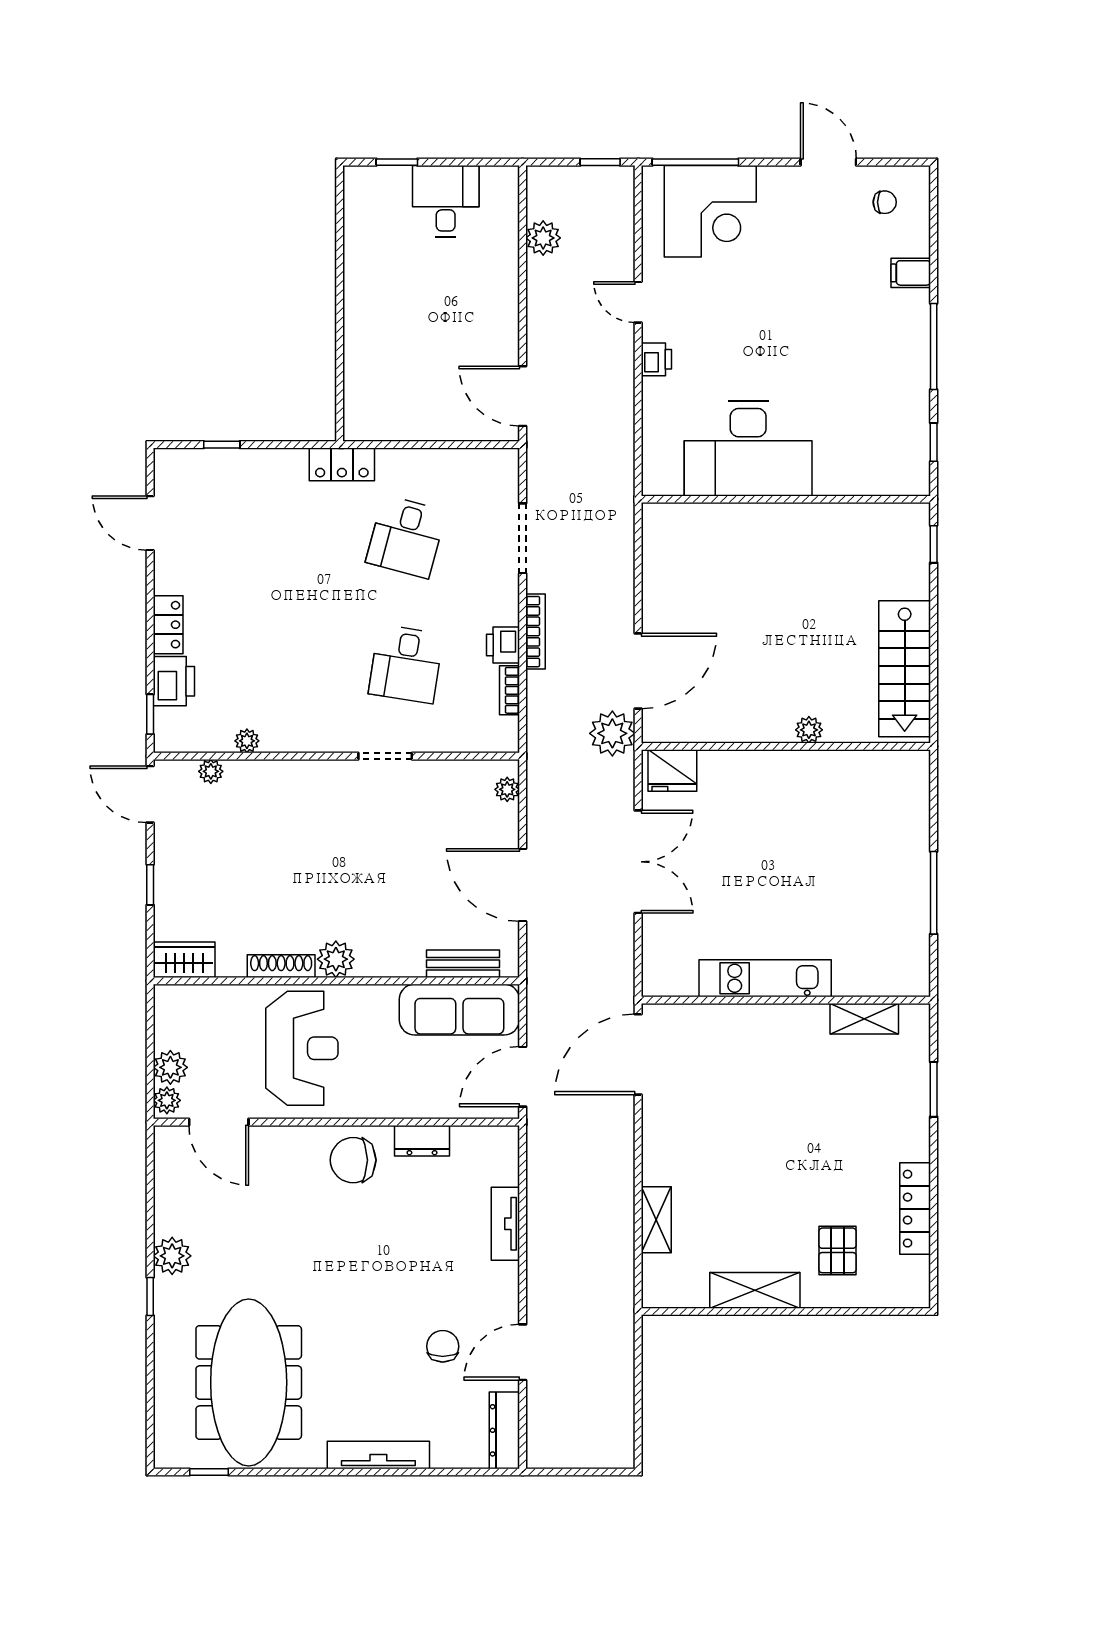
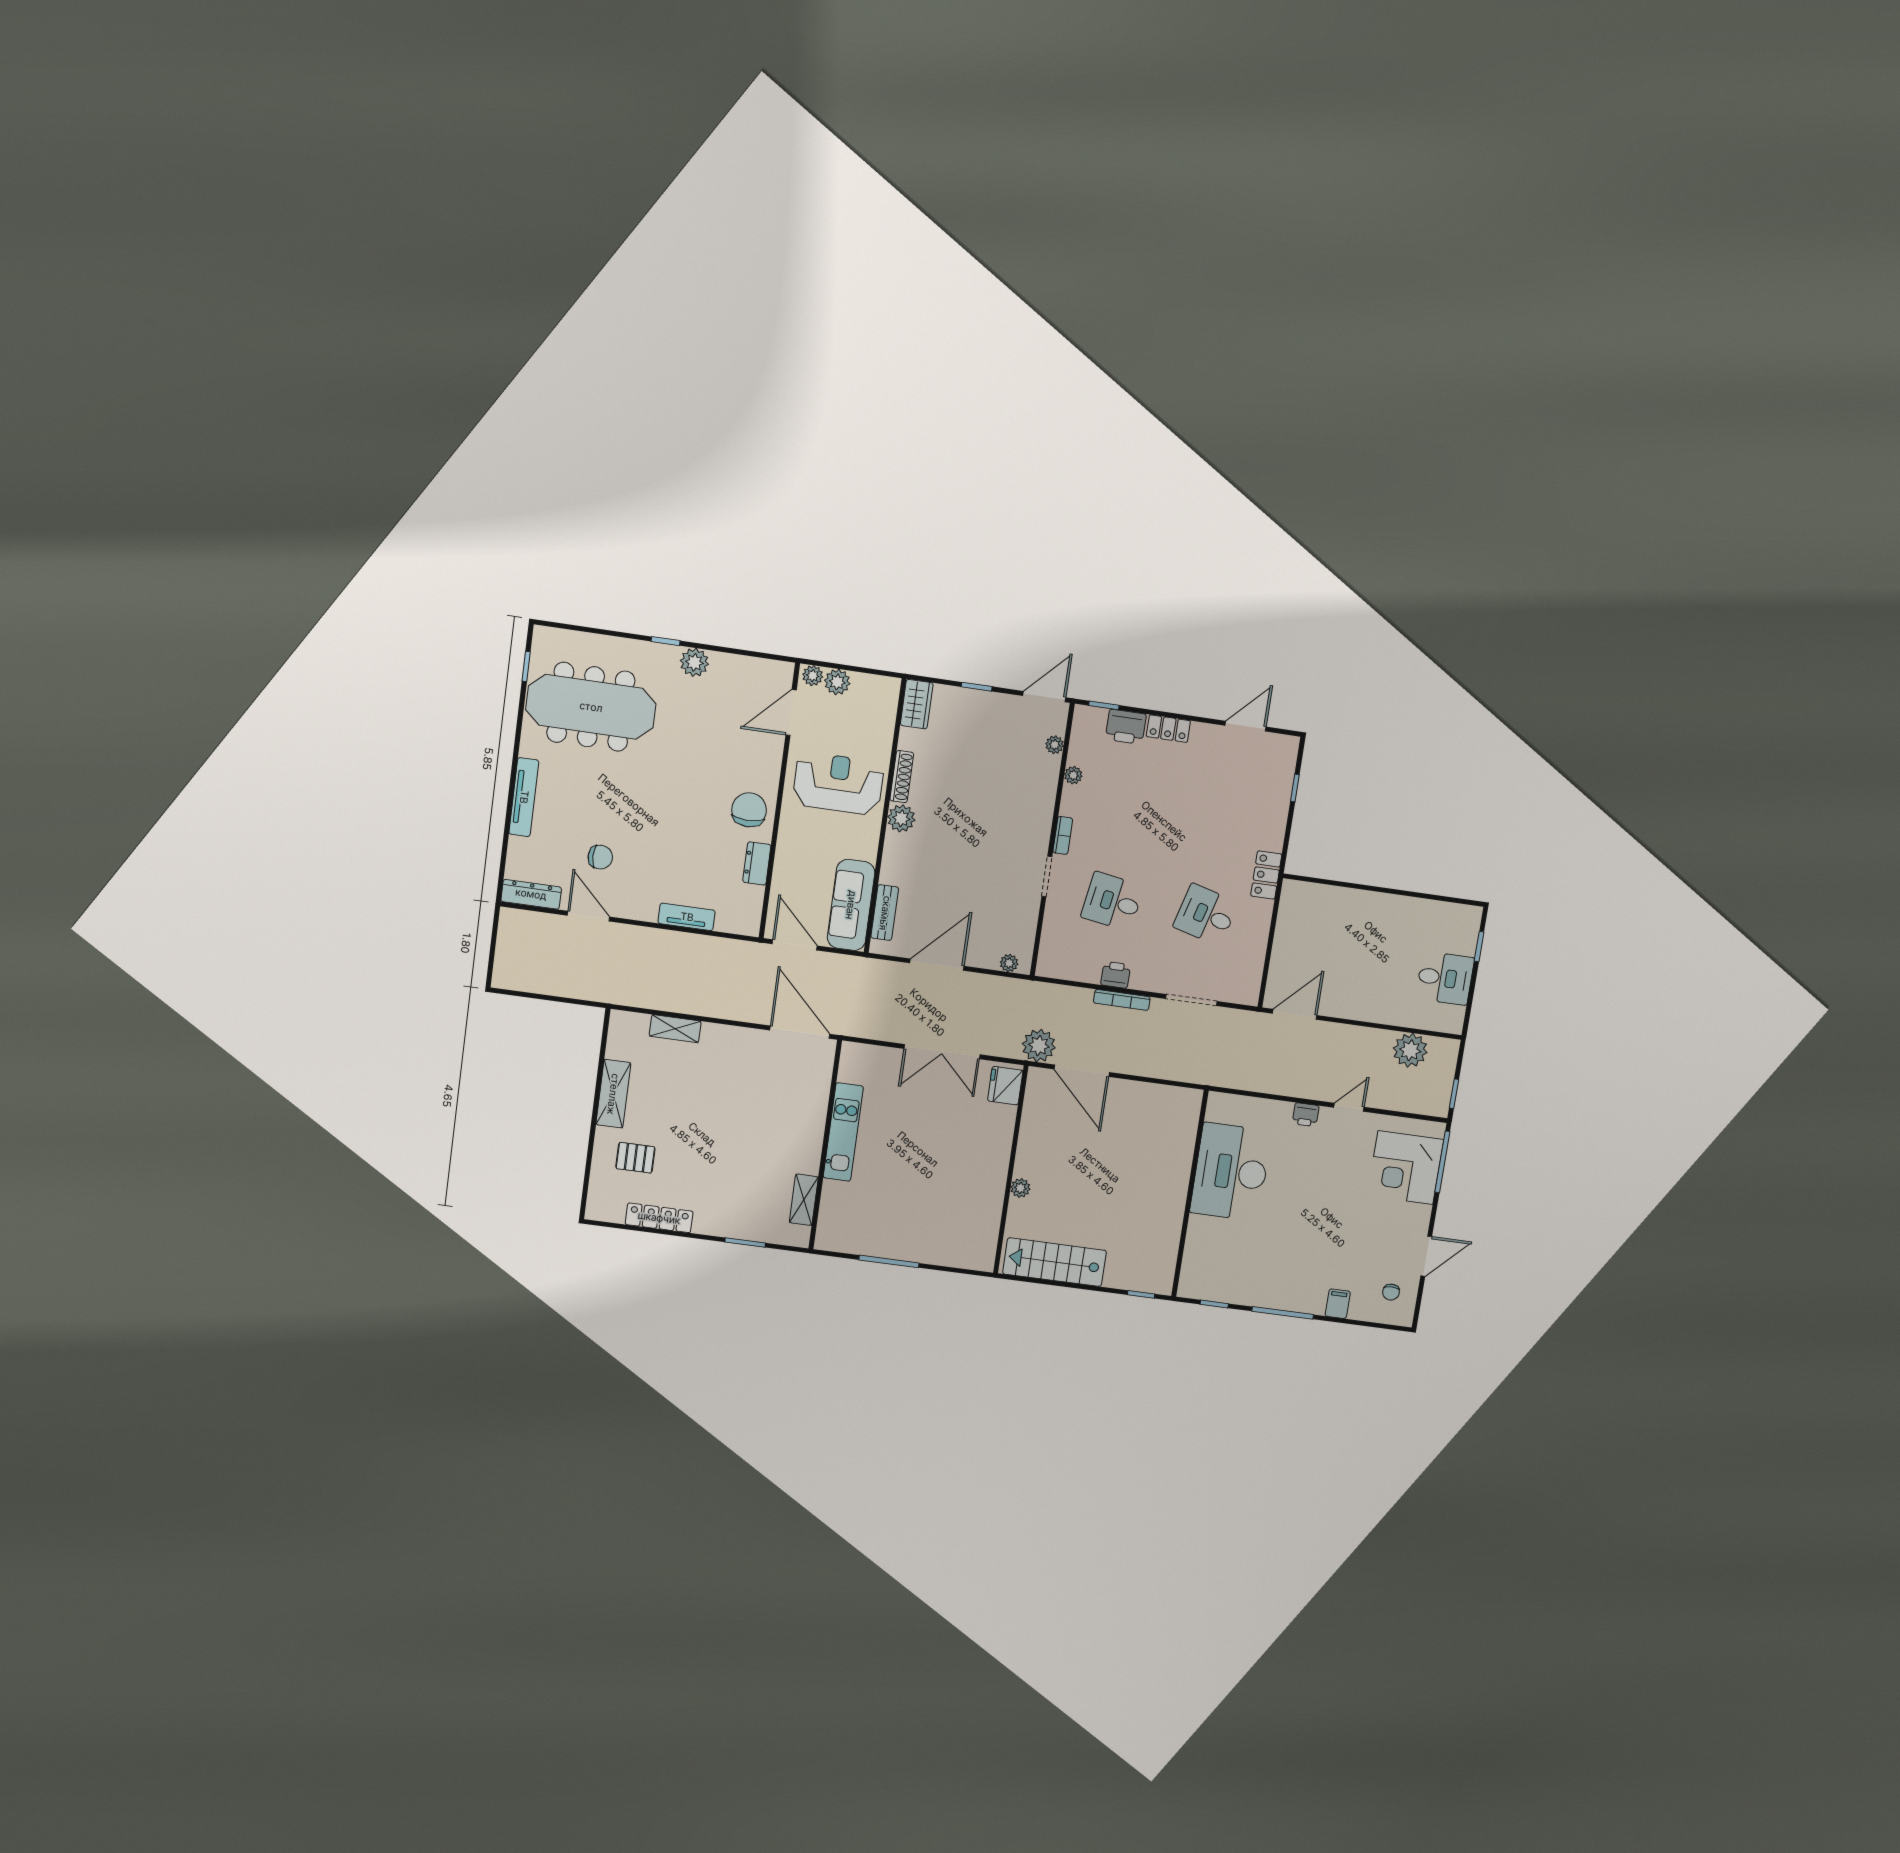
plant: (543, 238) -> (1410, 1050), width x1.36, depth x1.36
bookcase: (510, 690) -> (1063, 835), moved, turned 90
reception desk: (302, 1048) -> (838, 783), turned 180

